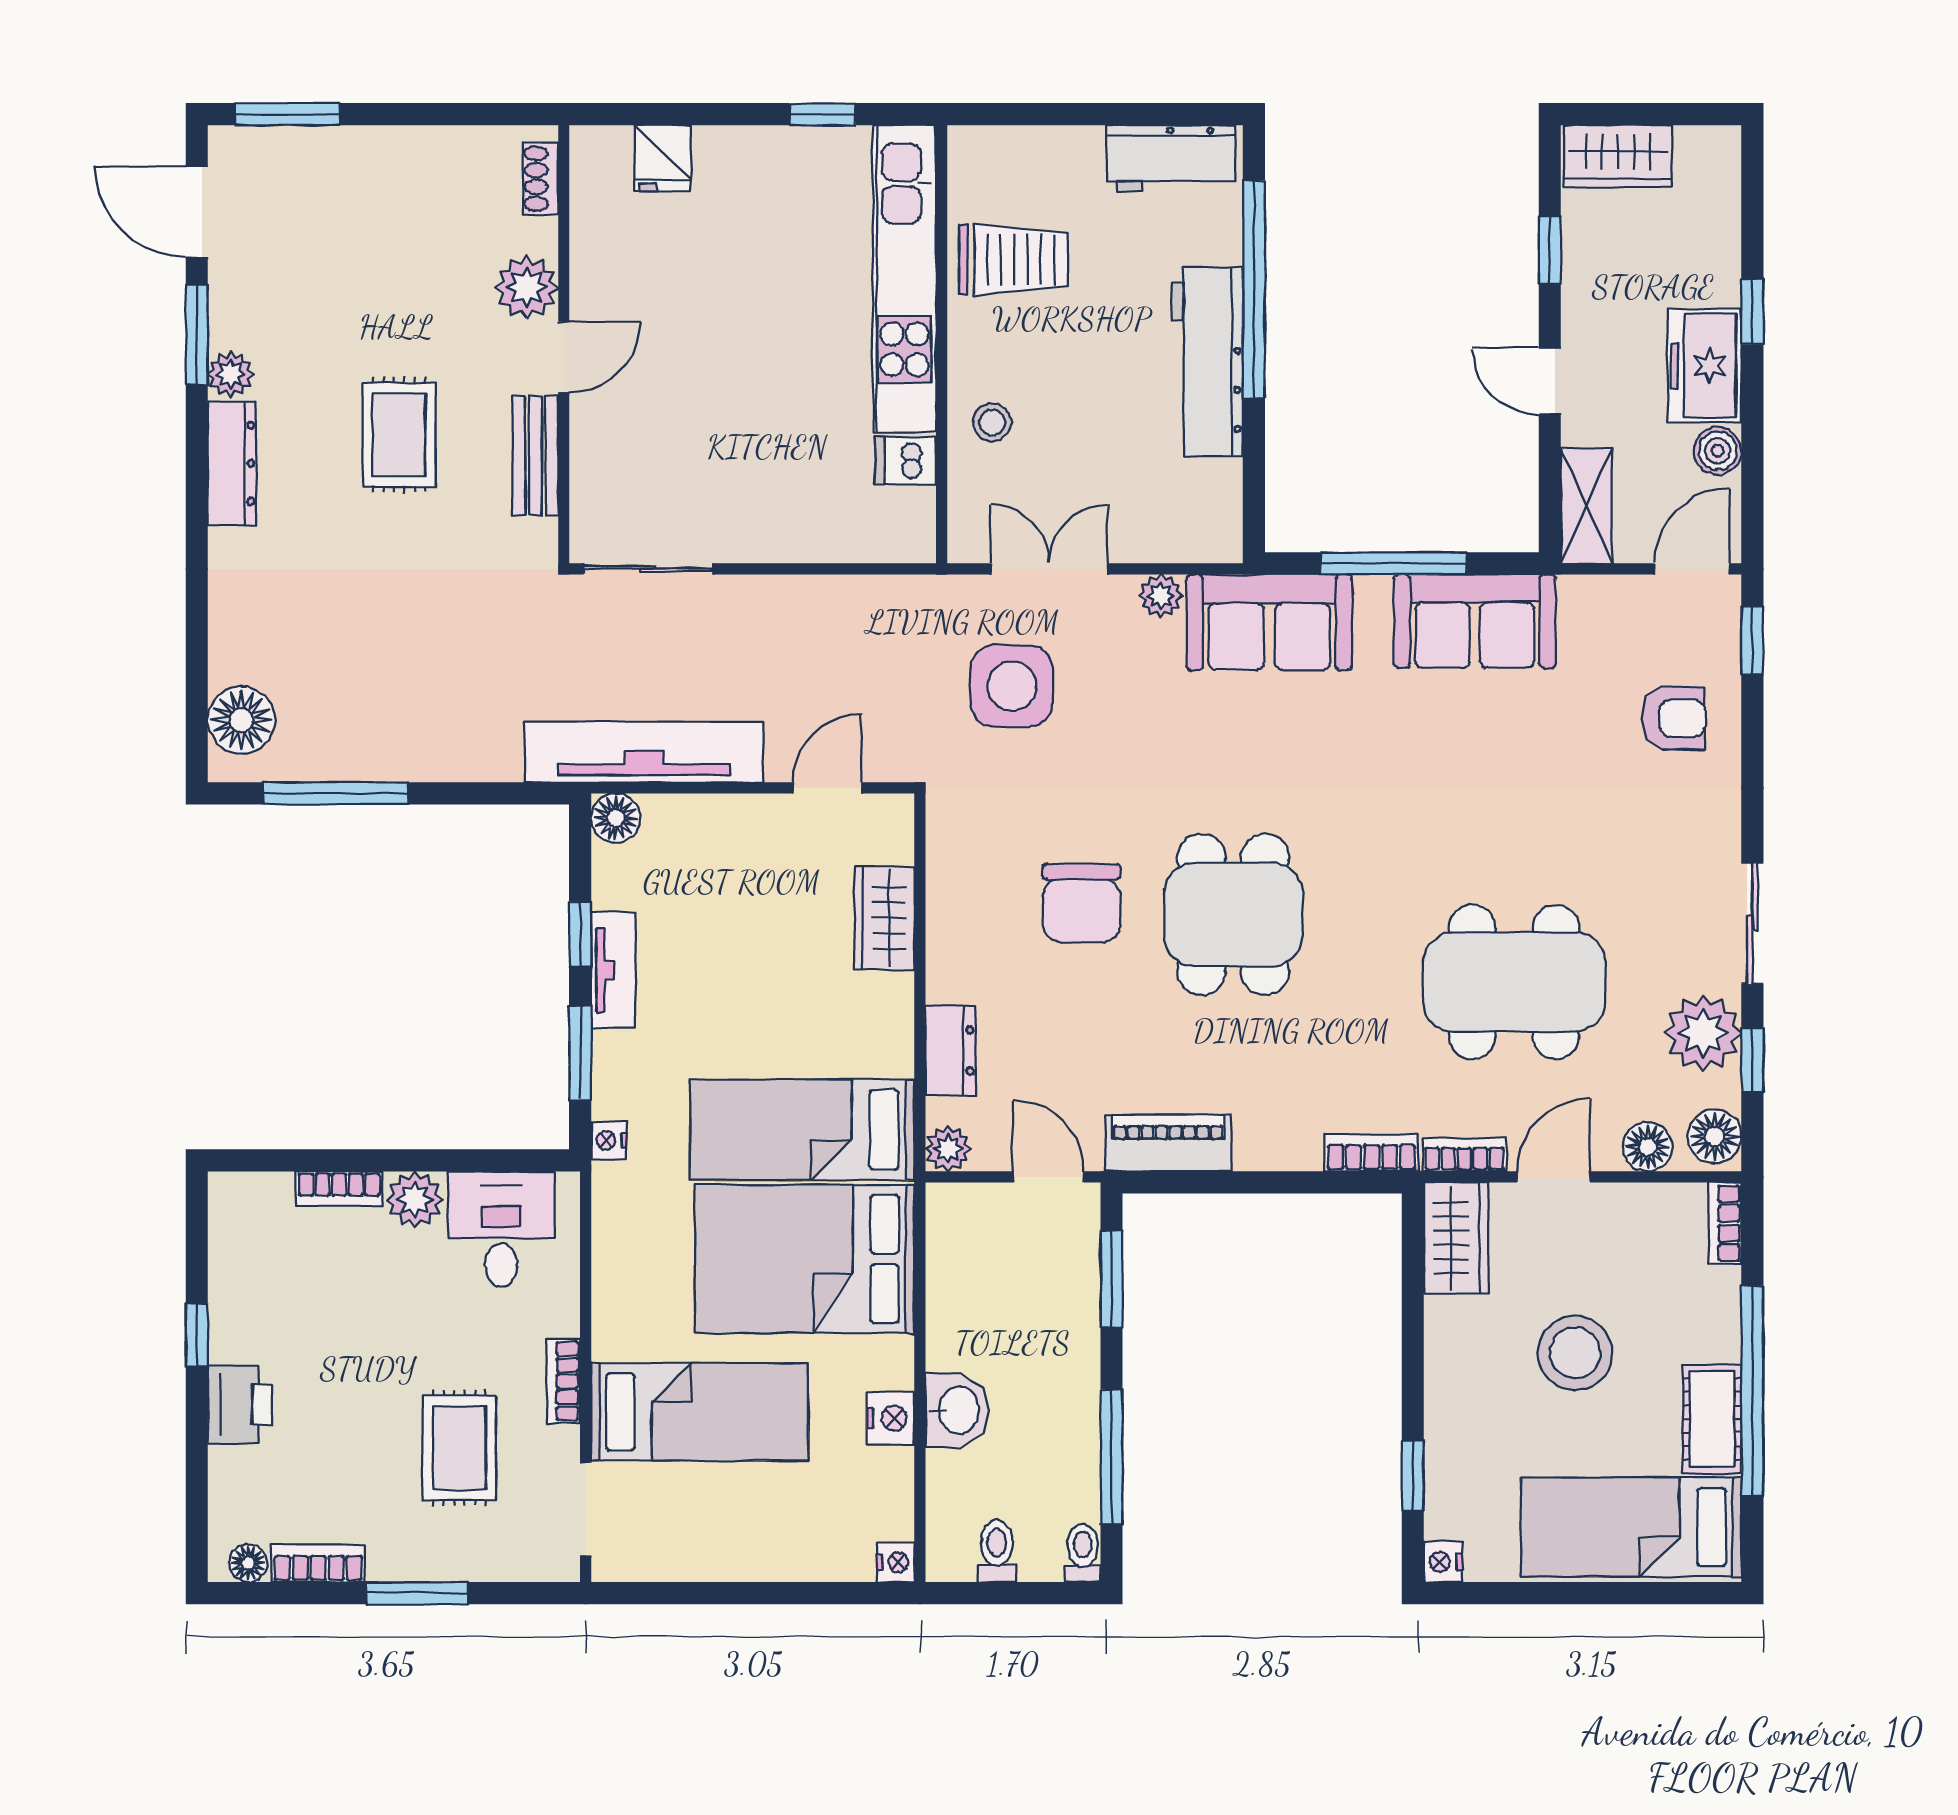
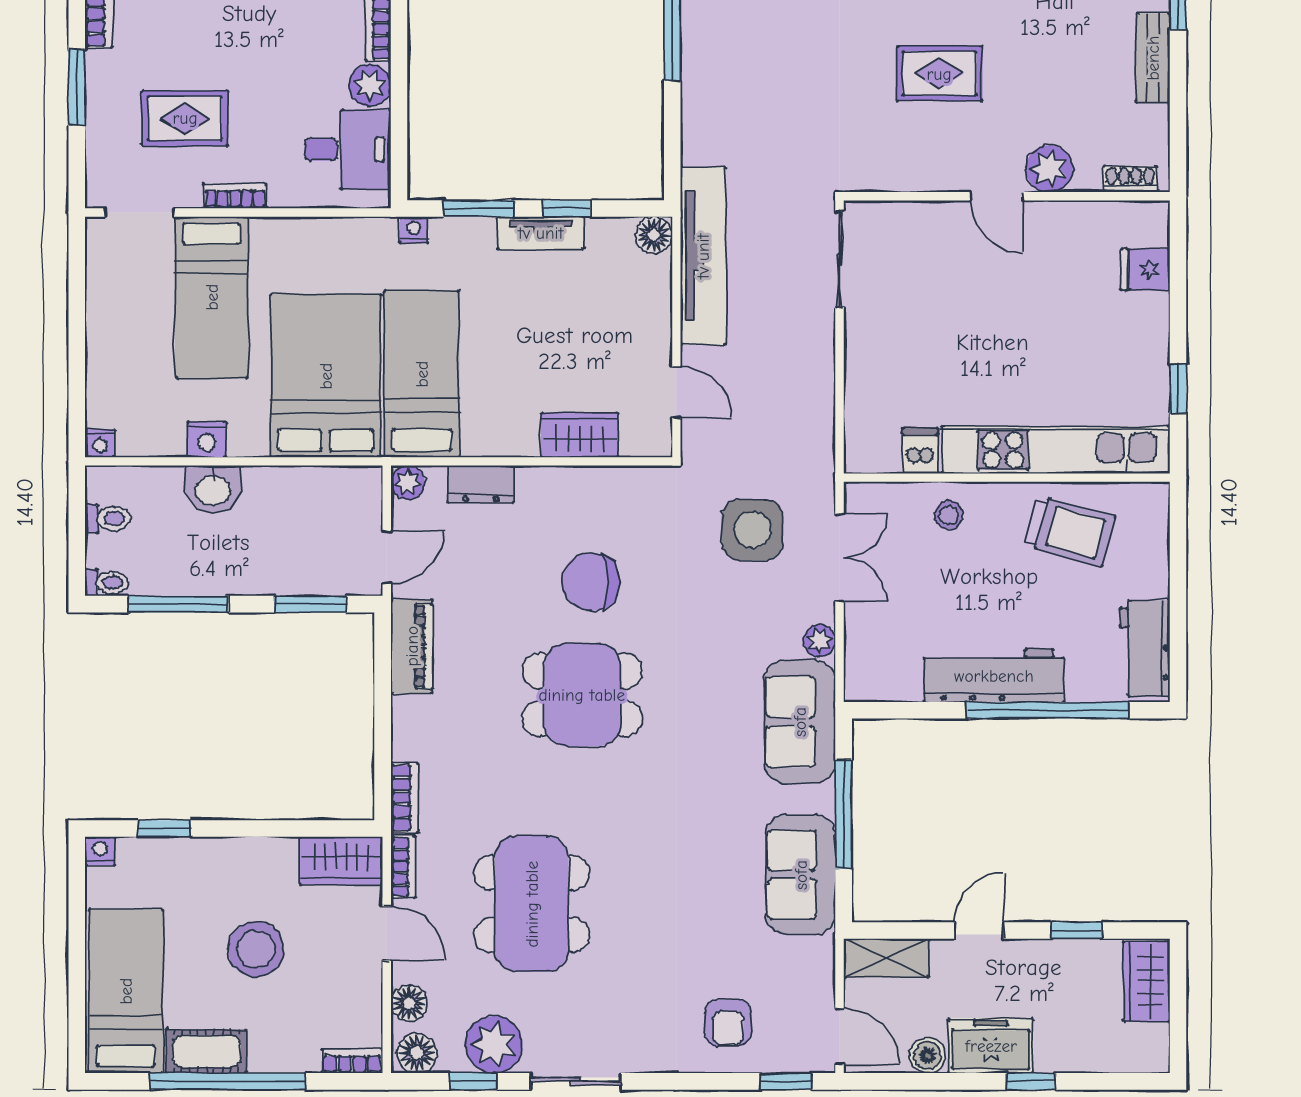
trolley: (1013, 260) -> (1070, 531), turned -75
bench: (535, 456) -> (1153, 58), moved, turned 90

